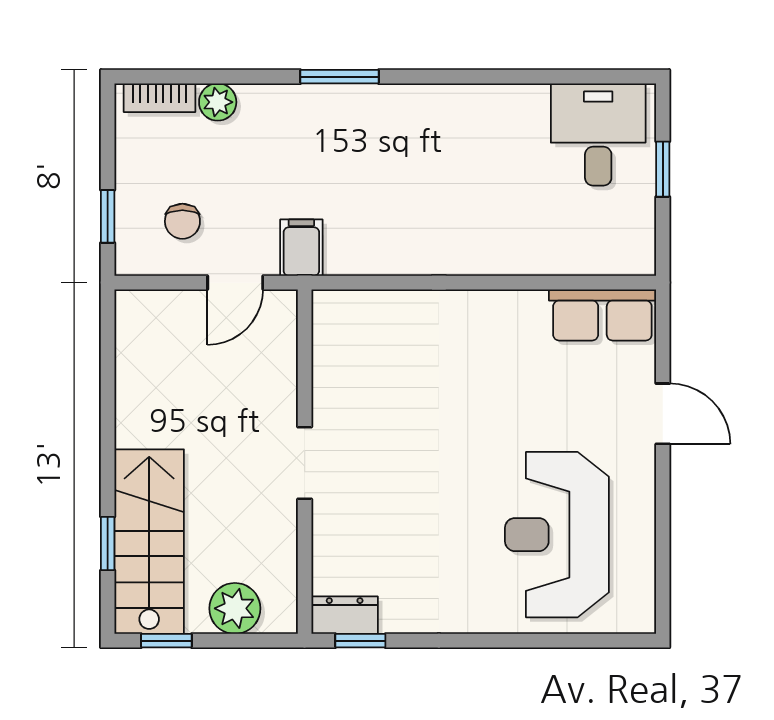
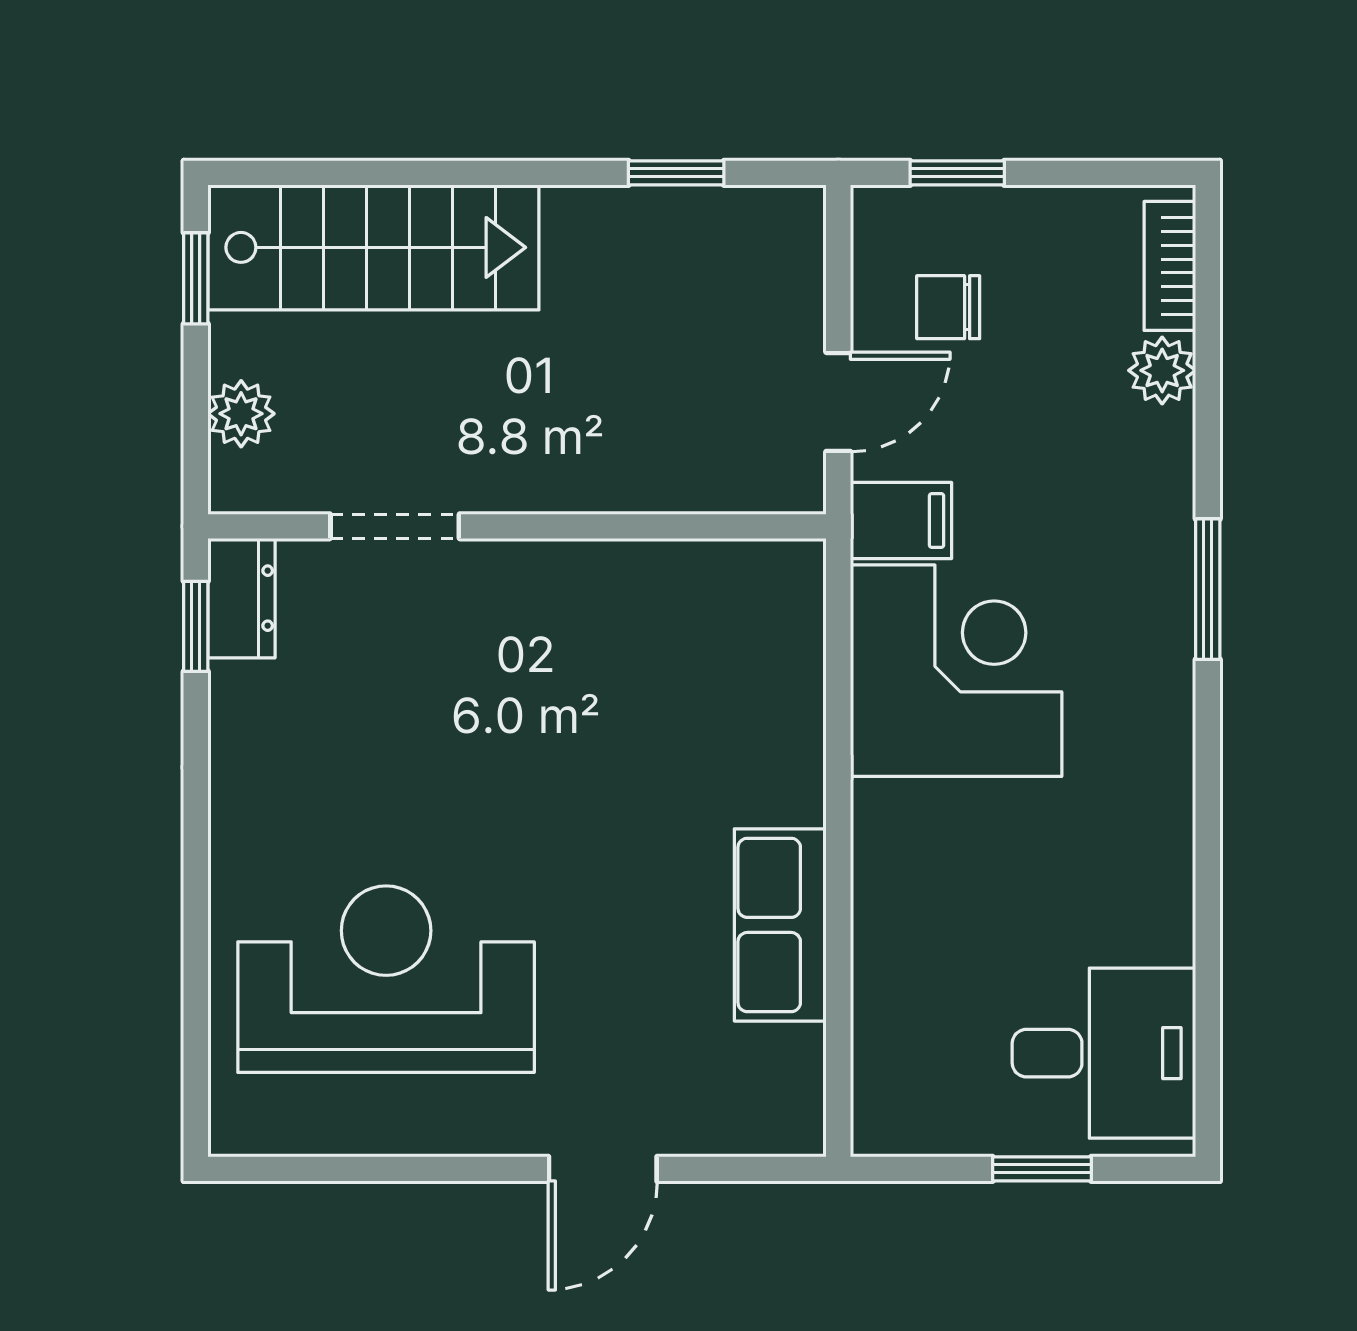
corner desk: (385, 217) -> (956, 671), added
door: (235, 283) -> (838, 402), swing flipped
row of seats: (602, 315) -> (780, 925), moved
doorway: (305, 463) -> (395, 526), moved
window: (108, 544) -> (676, 173), moved
plant: (235, 608) -> (241, 414), width x0.73, depth x0.73

